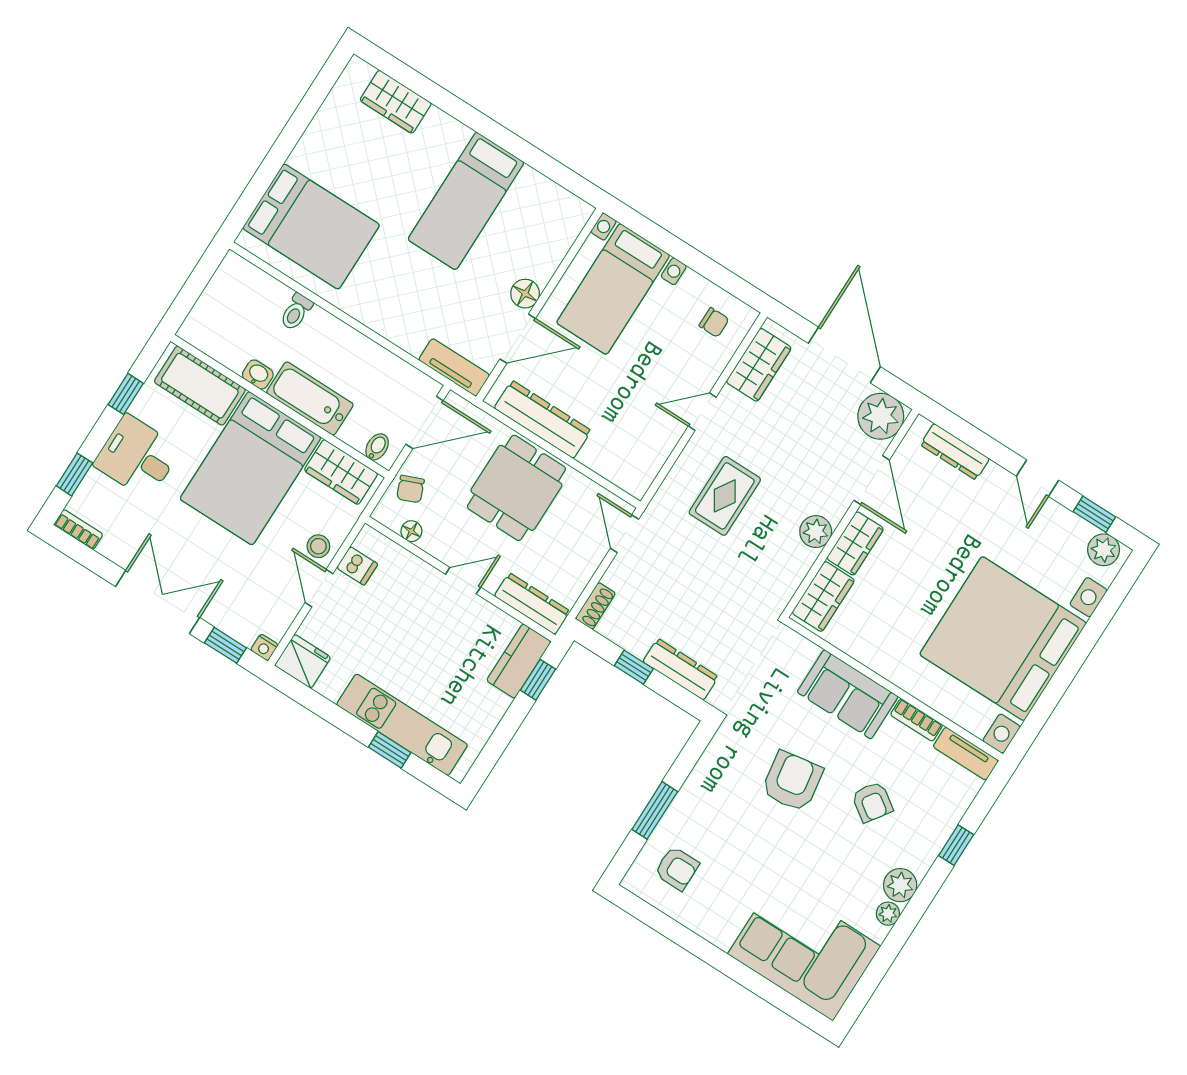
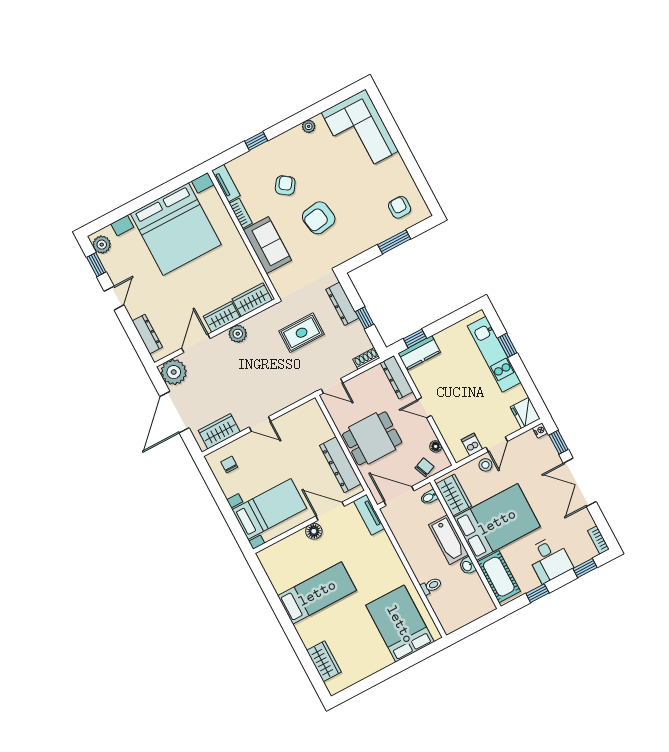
rug: (725, 496) -> (302, 333), moved
door: (624, 534) -> (332, 386), hinge flipped
plant: (900, 885) -> (295, 137), removed

